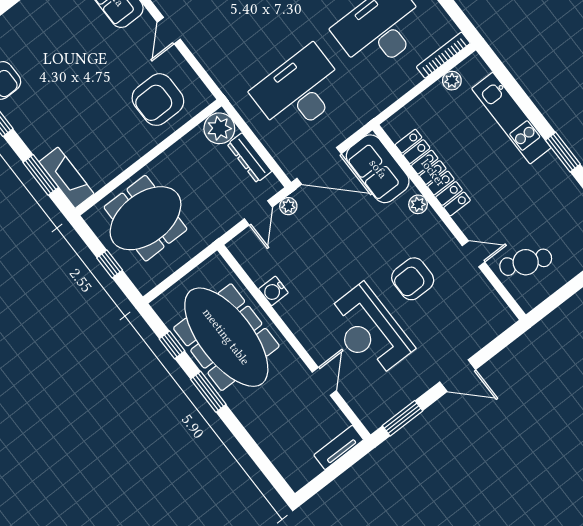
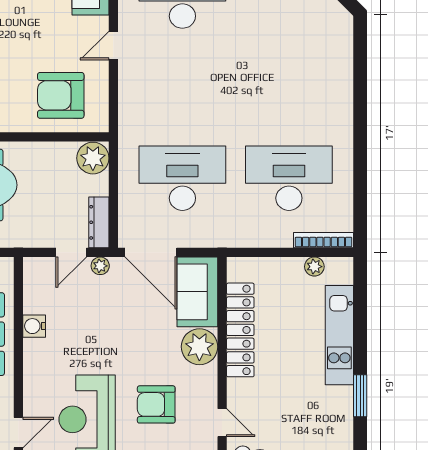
dresser: (249, 158) -> (99, 222), moved
plant: (418, 204) -> (199, 347), width x1.88, depth x1.88

